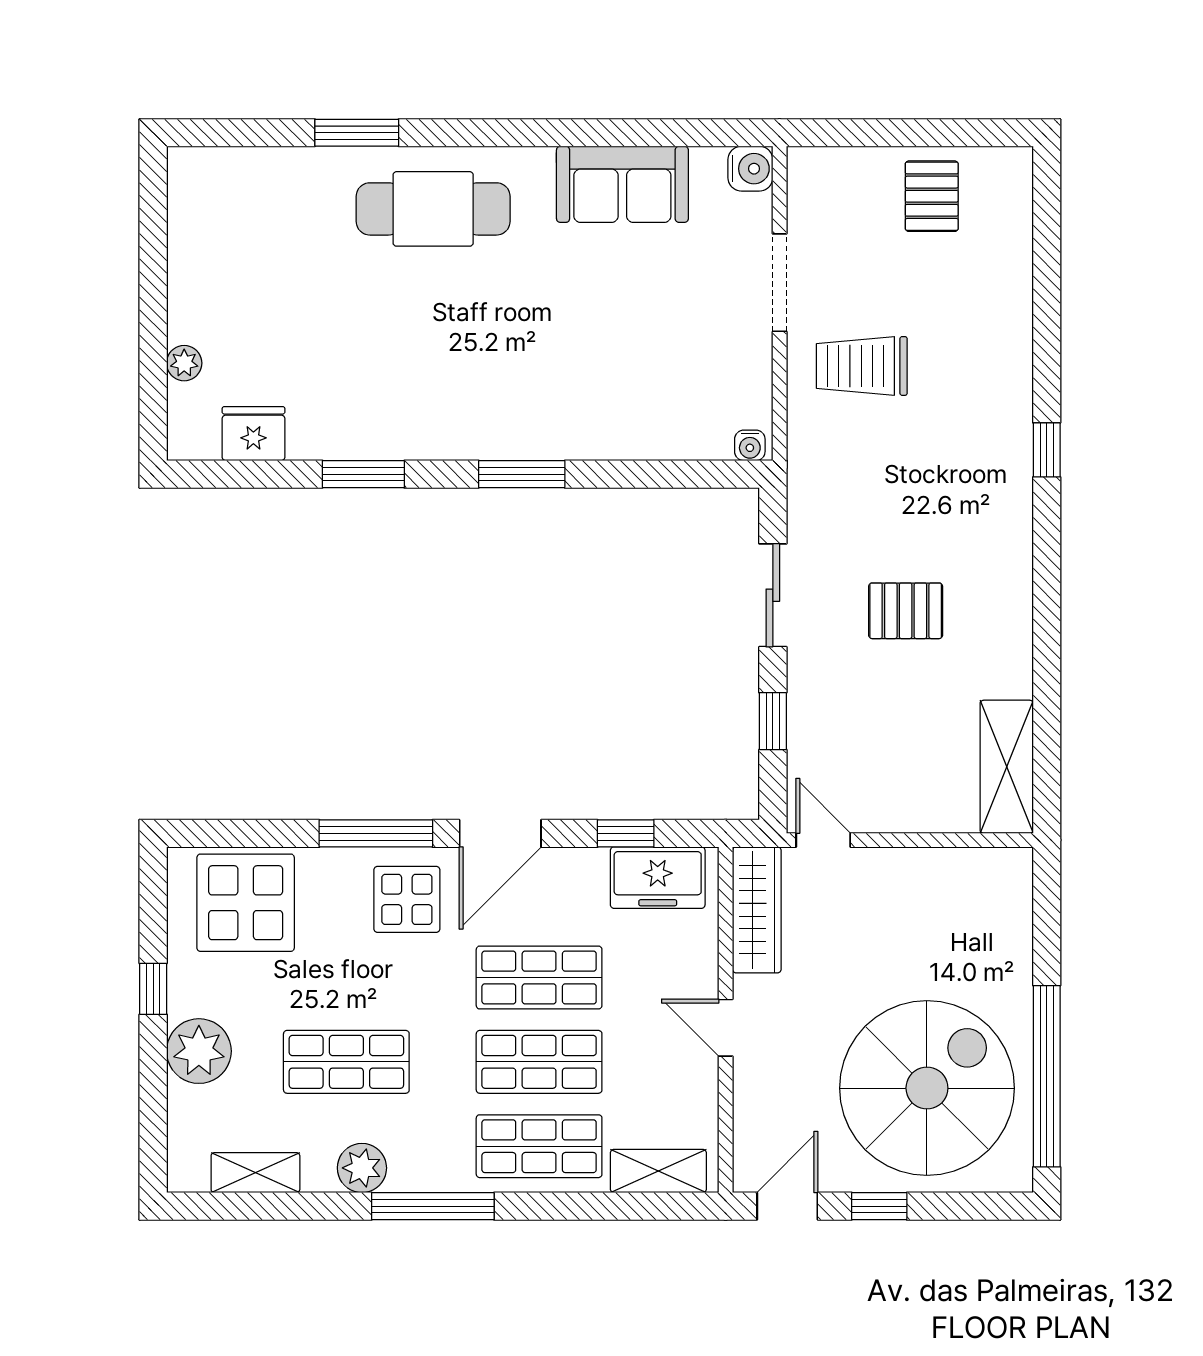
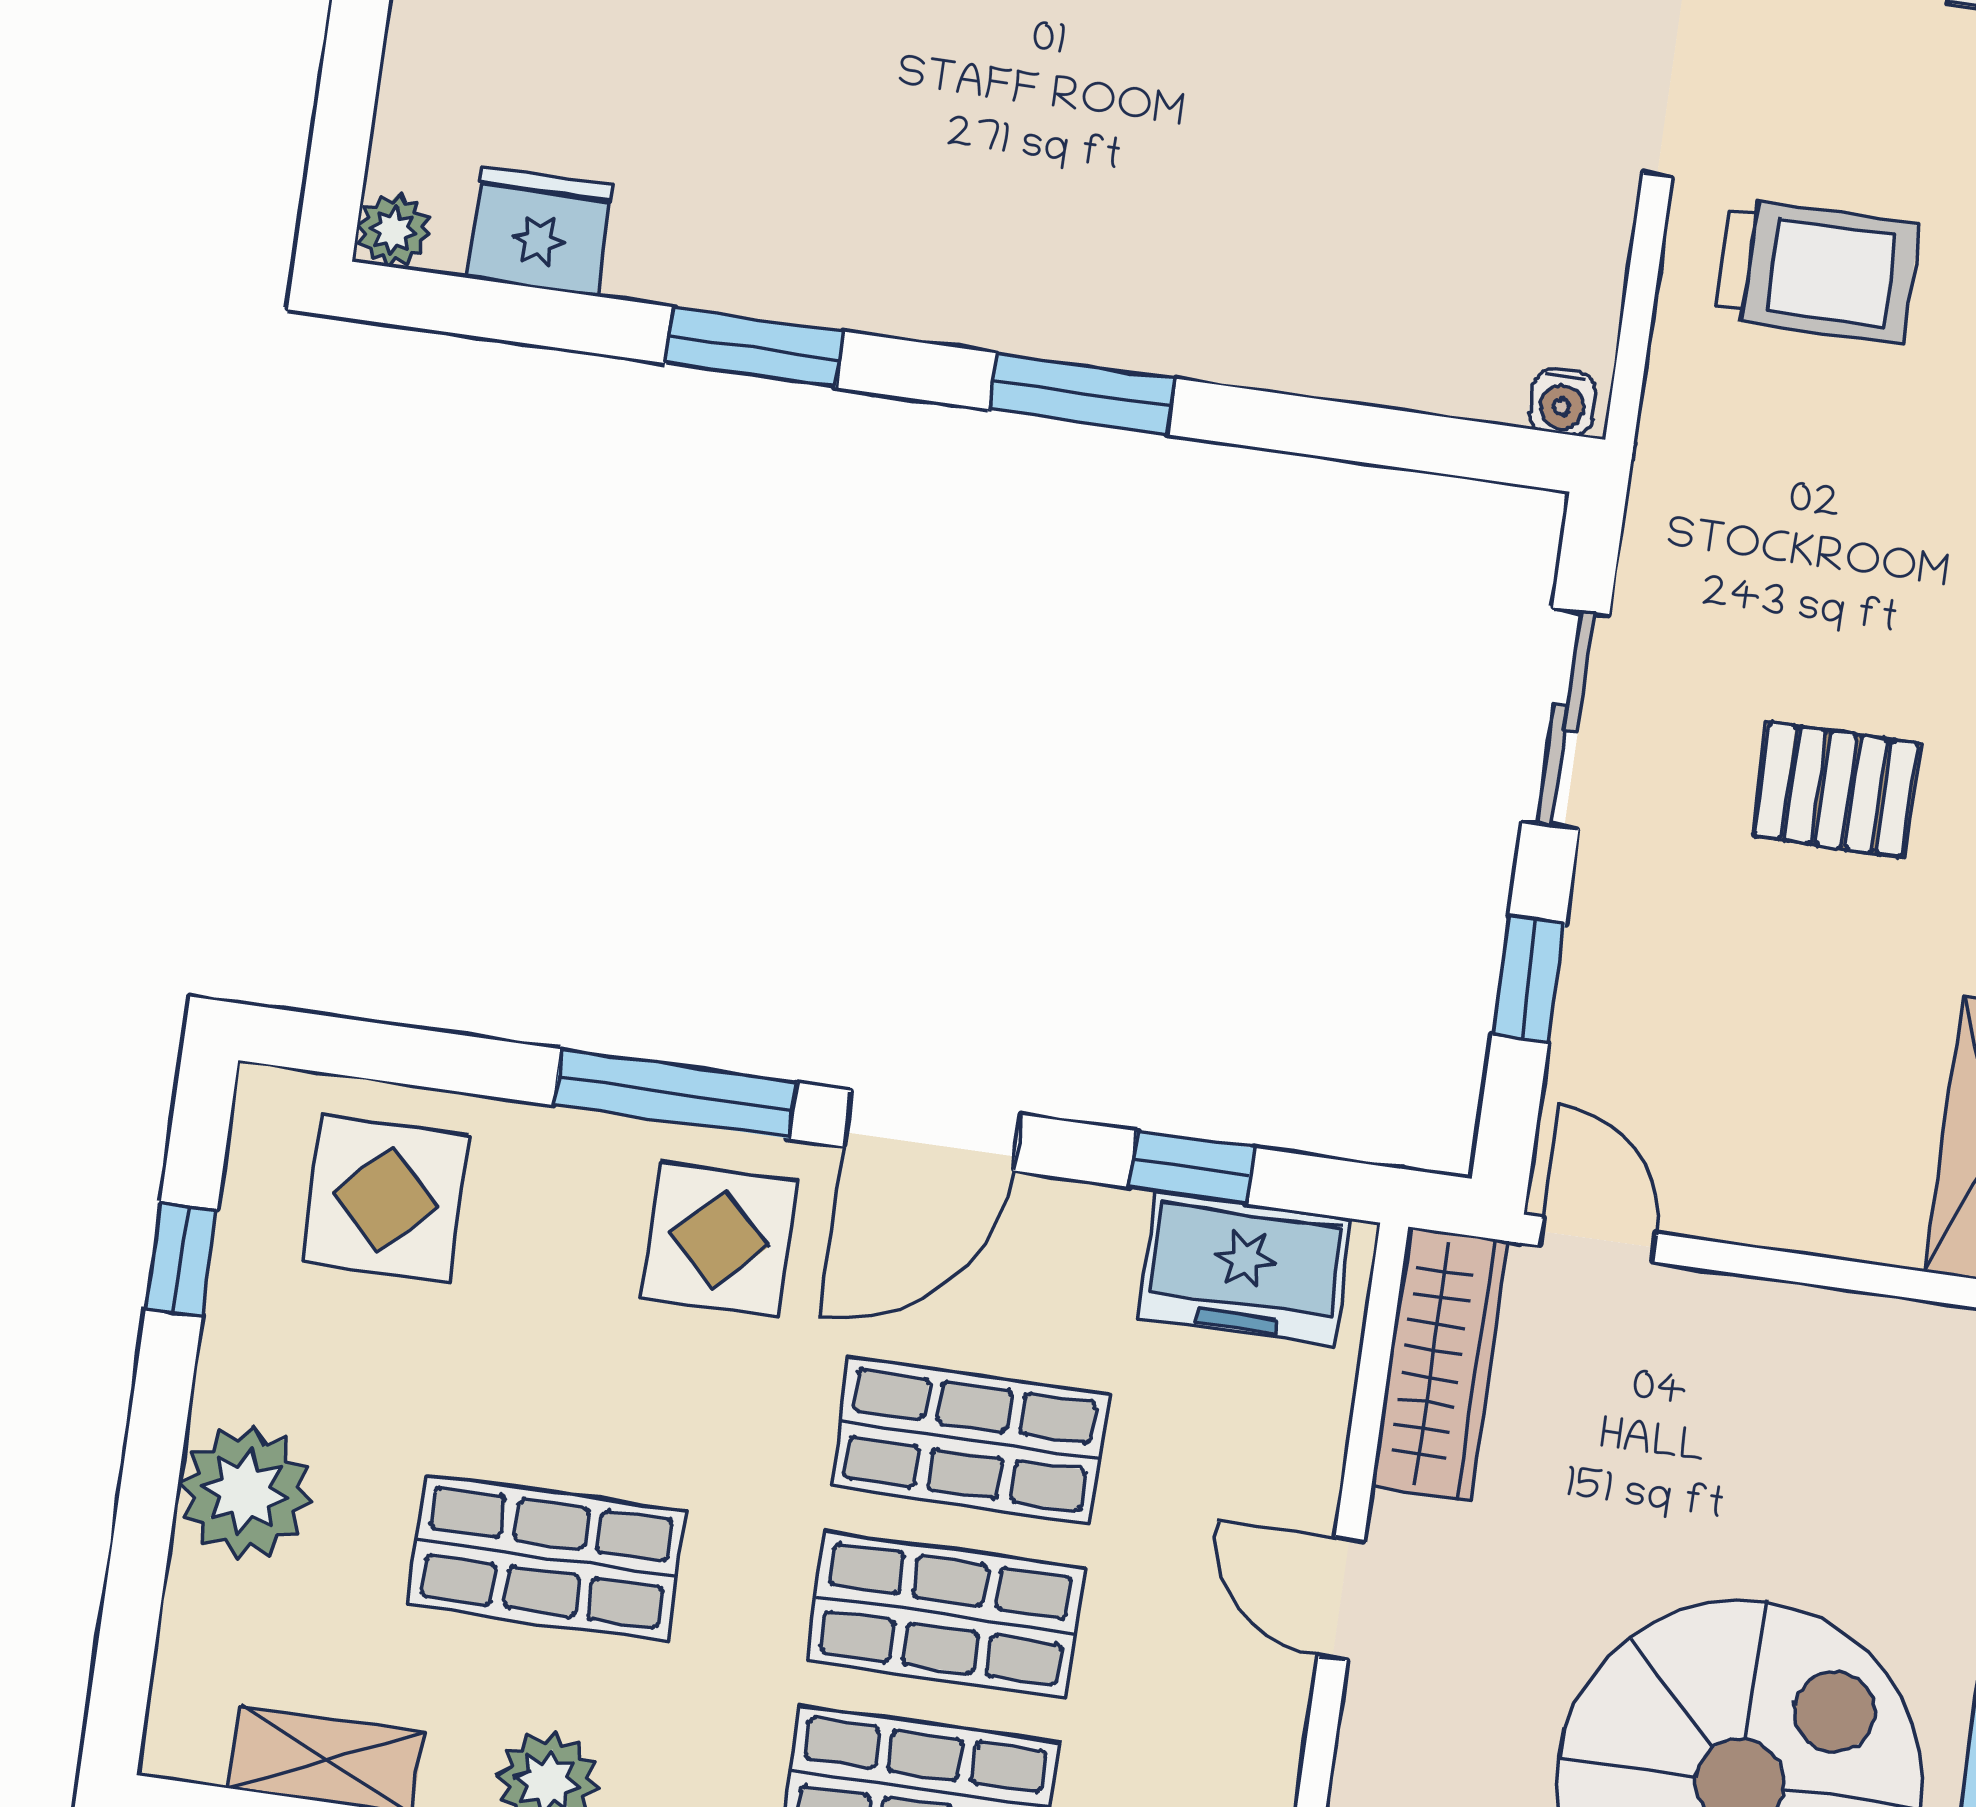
plant: (184, 363) -> (393, 230), moved
trolley: (862, 366) -> (1817, 271), turned 180
display table: (246, 903) -> (385, 1199), width x0.73, depth x0.73
window: (153, 989) -> (181, 1259), moved

